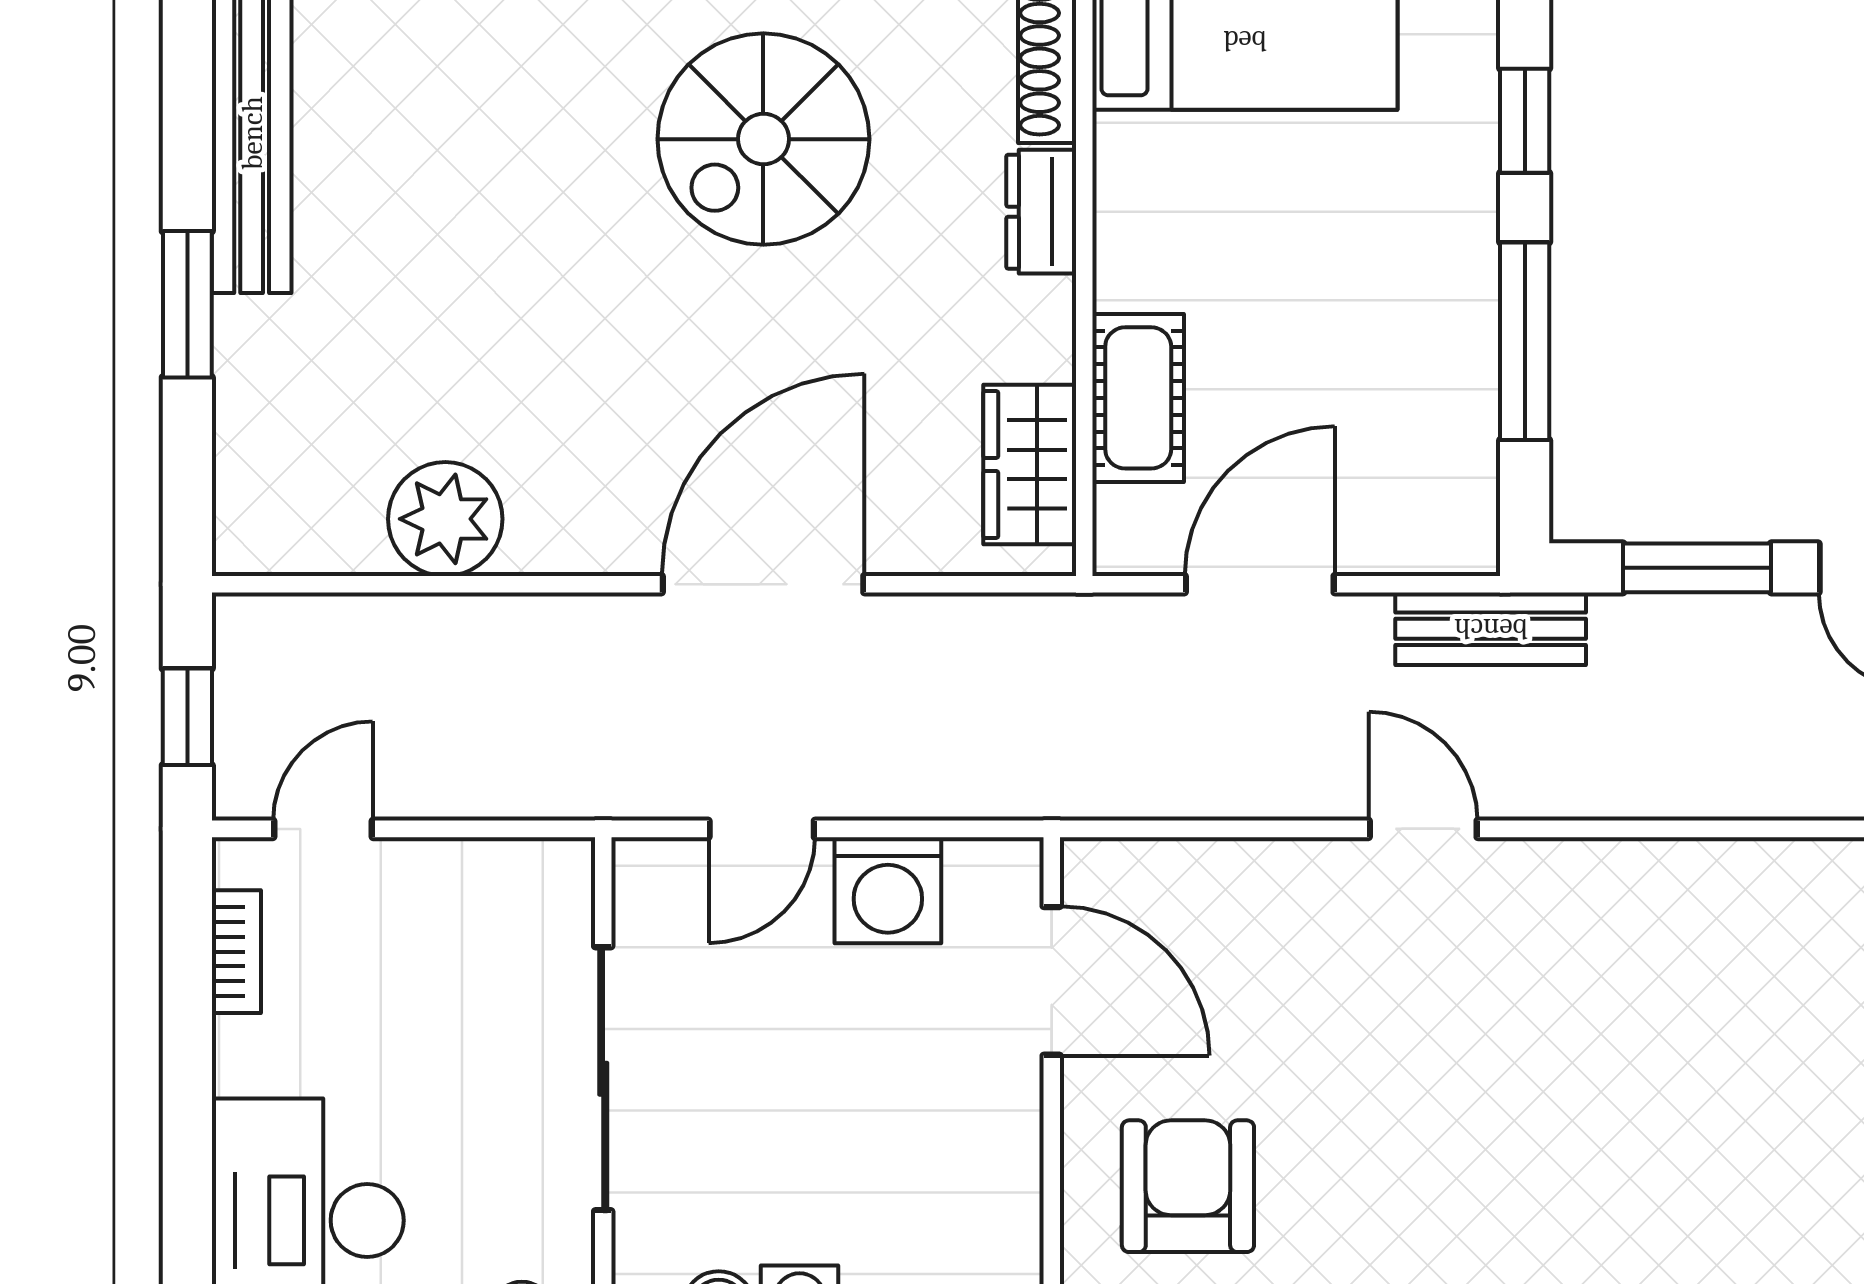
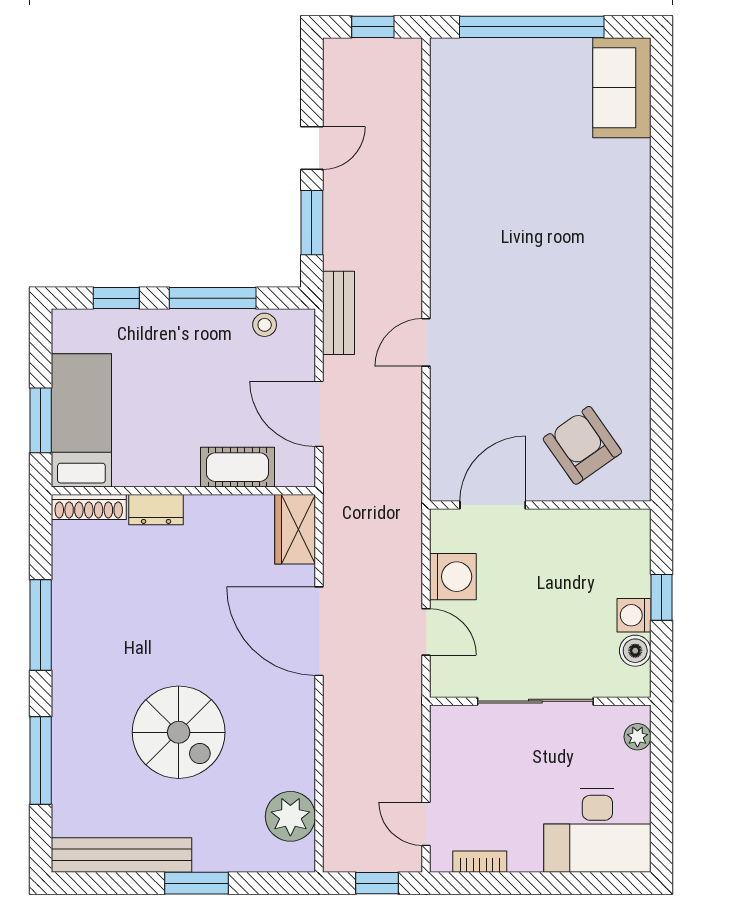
spiral stairs: (763, 139) -> (179, 732), moved
stool: (1463, 460) -> (265, 325), added
wardrobe: (1030, 464) -> (295, 529), moved, turned 90
plant: (445, 519) -> (290, 816), moved
armchair: (1188, 1186) -> (582, 445), turned 55

